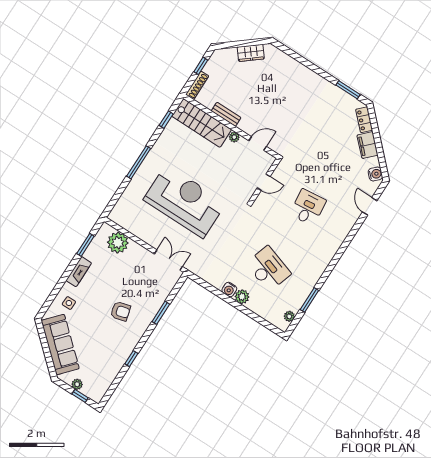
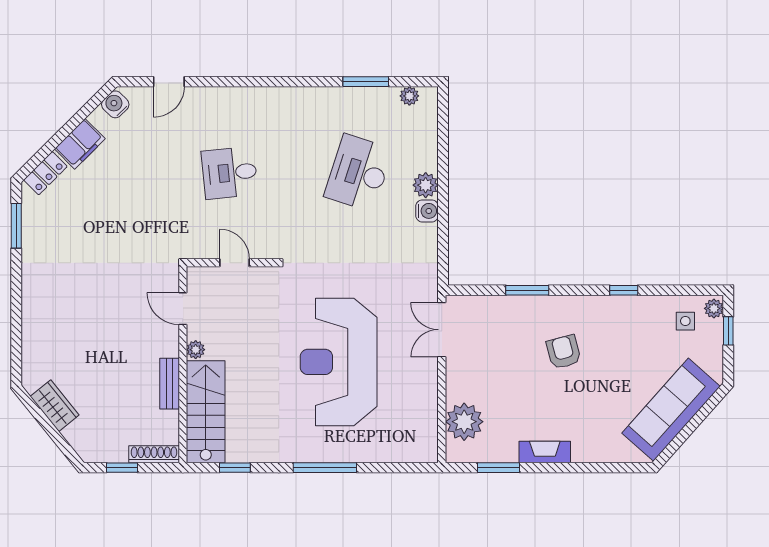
side table: (69, 303) -> (685, 321), moved
plant: (77, 384) -> (714, 308), moved

